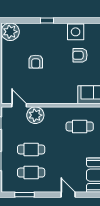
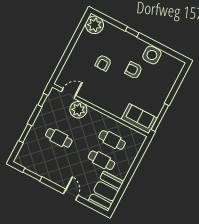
armchair: (80, 55) -> (134, 70), moved
door: (19, 105) -> (69, 94), hinge flipped
cafe table: (31, 173) -> (101, 160), moved

